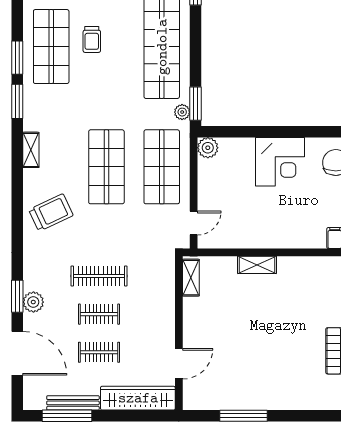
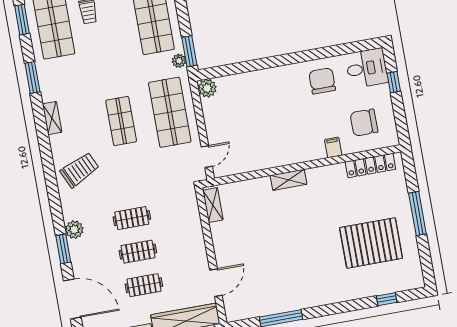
window: (17, 58) -> (22, 20), moved
corner desk: (280, 162) -> (273, 89), removed
shop shelf: (106, 167) -> (121, 121), width x0.70, depth x0.74
shelving: (257, 265) -> (289, 180), moved
clothes rail: (99, 276) -> (132, 218), width x0.73
plant: (33, 302) -> (74, 230), moved

